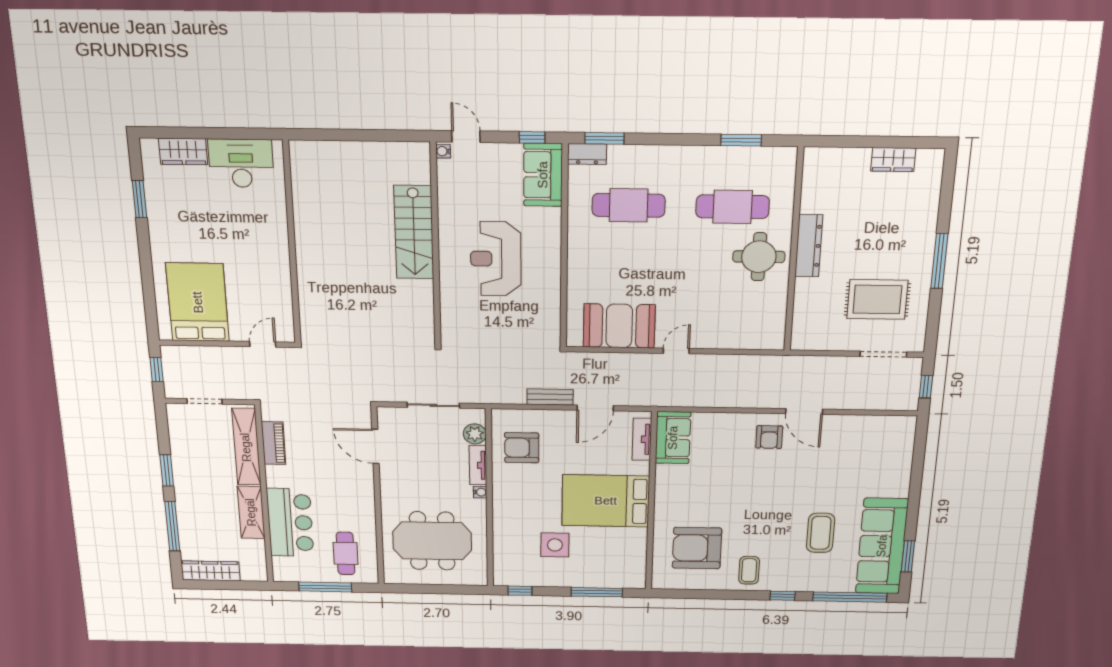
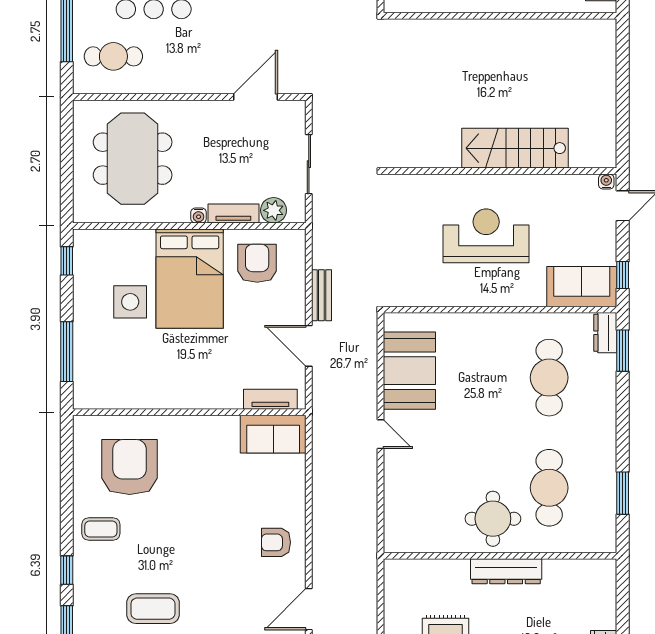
door: (804, 411) -> (309, 609), moved
bed: (606, 501) -> (190, 279), moved, turned 180

